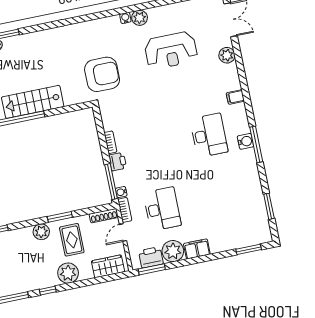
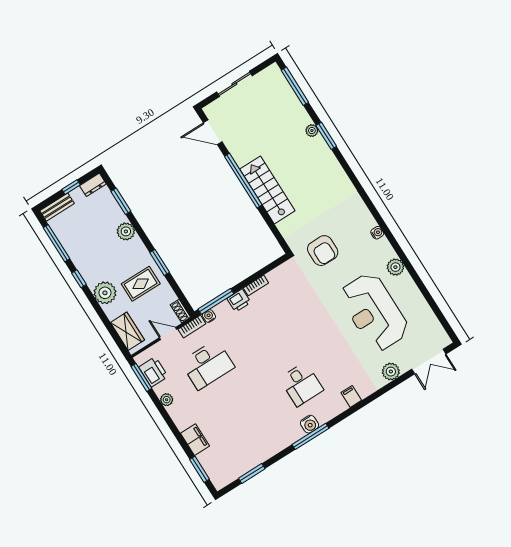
water cooler: (125, 18) -> (377, 233), moved
reception desk: (171, 50) -> (374, 312), width x1.36, depth x1.30
armchair: (102, 74) -> (323, 251), width x0.73, depth x0.73
desk: (209, 135) -> (301, 384), width x0.73
shoe rack: (104, 216) -> (180, 311), width x0.70
plant: (41, 232) -> (126, 231), moved
filing cabinet: (197, 249) -> (195, 440), moved
plant: (173, 251) -> (167, 400), width x0.53, depth x0.53

